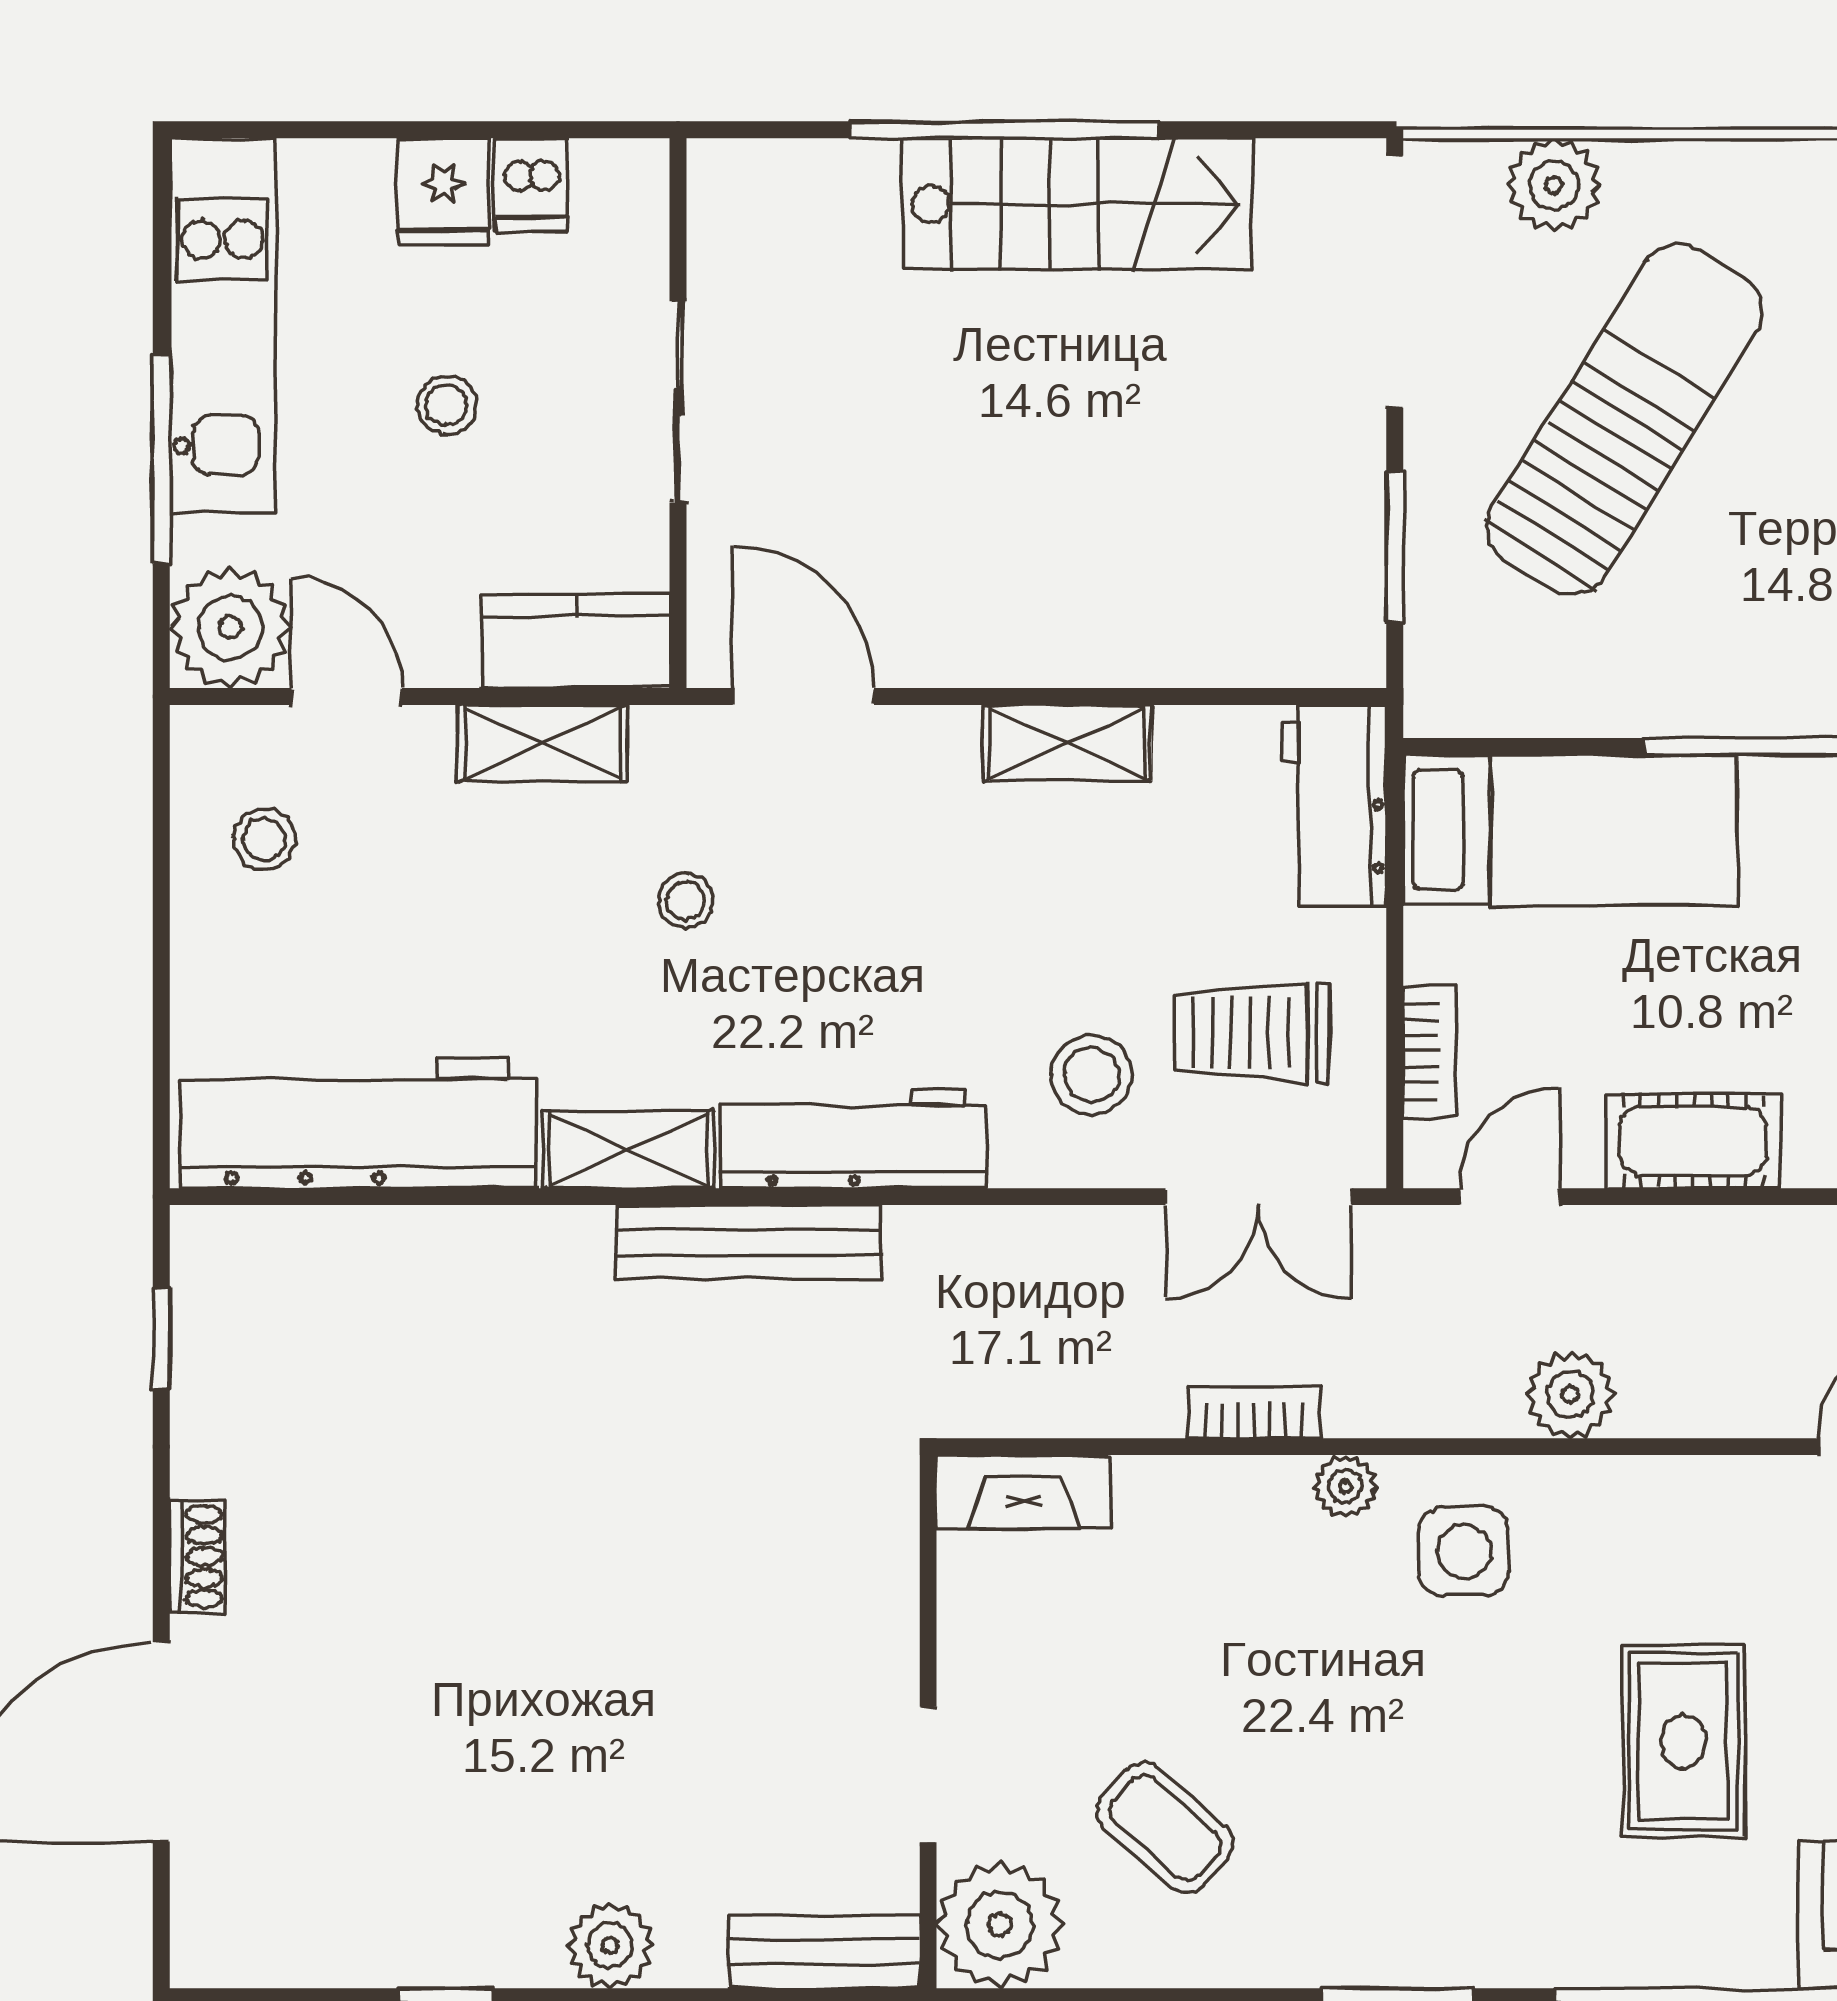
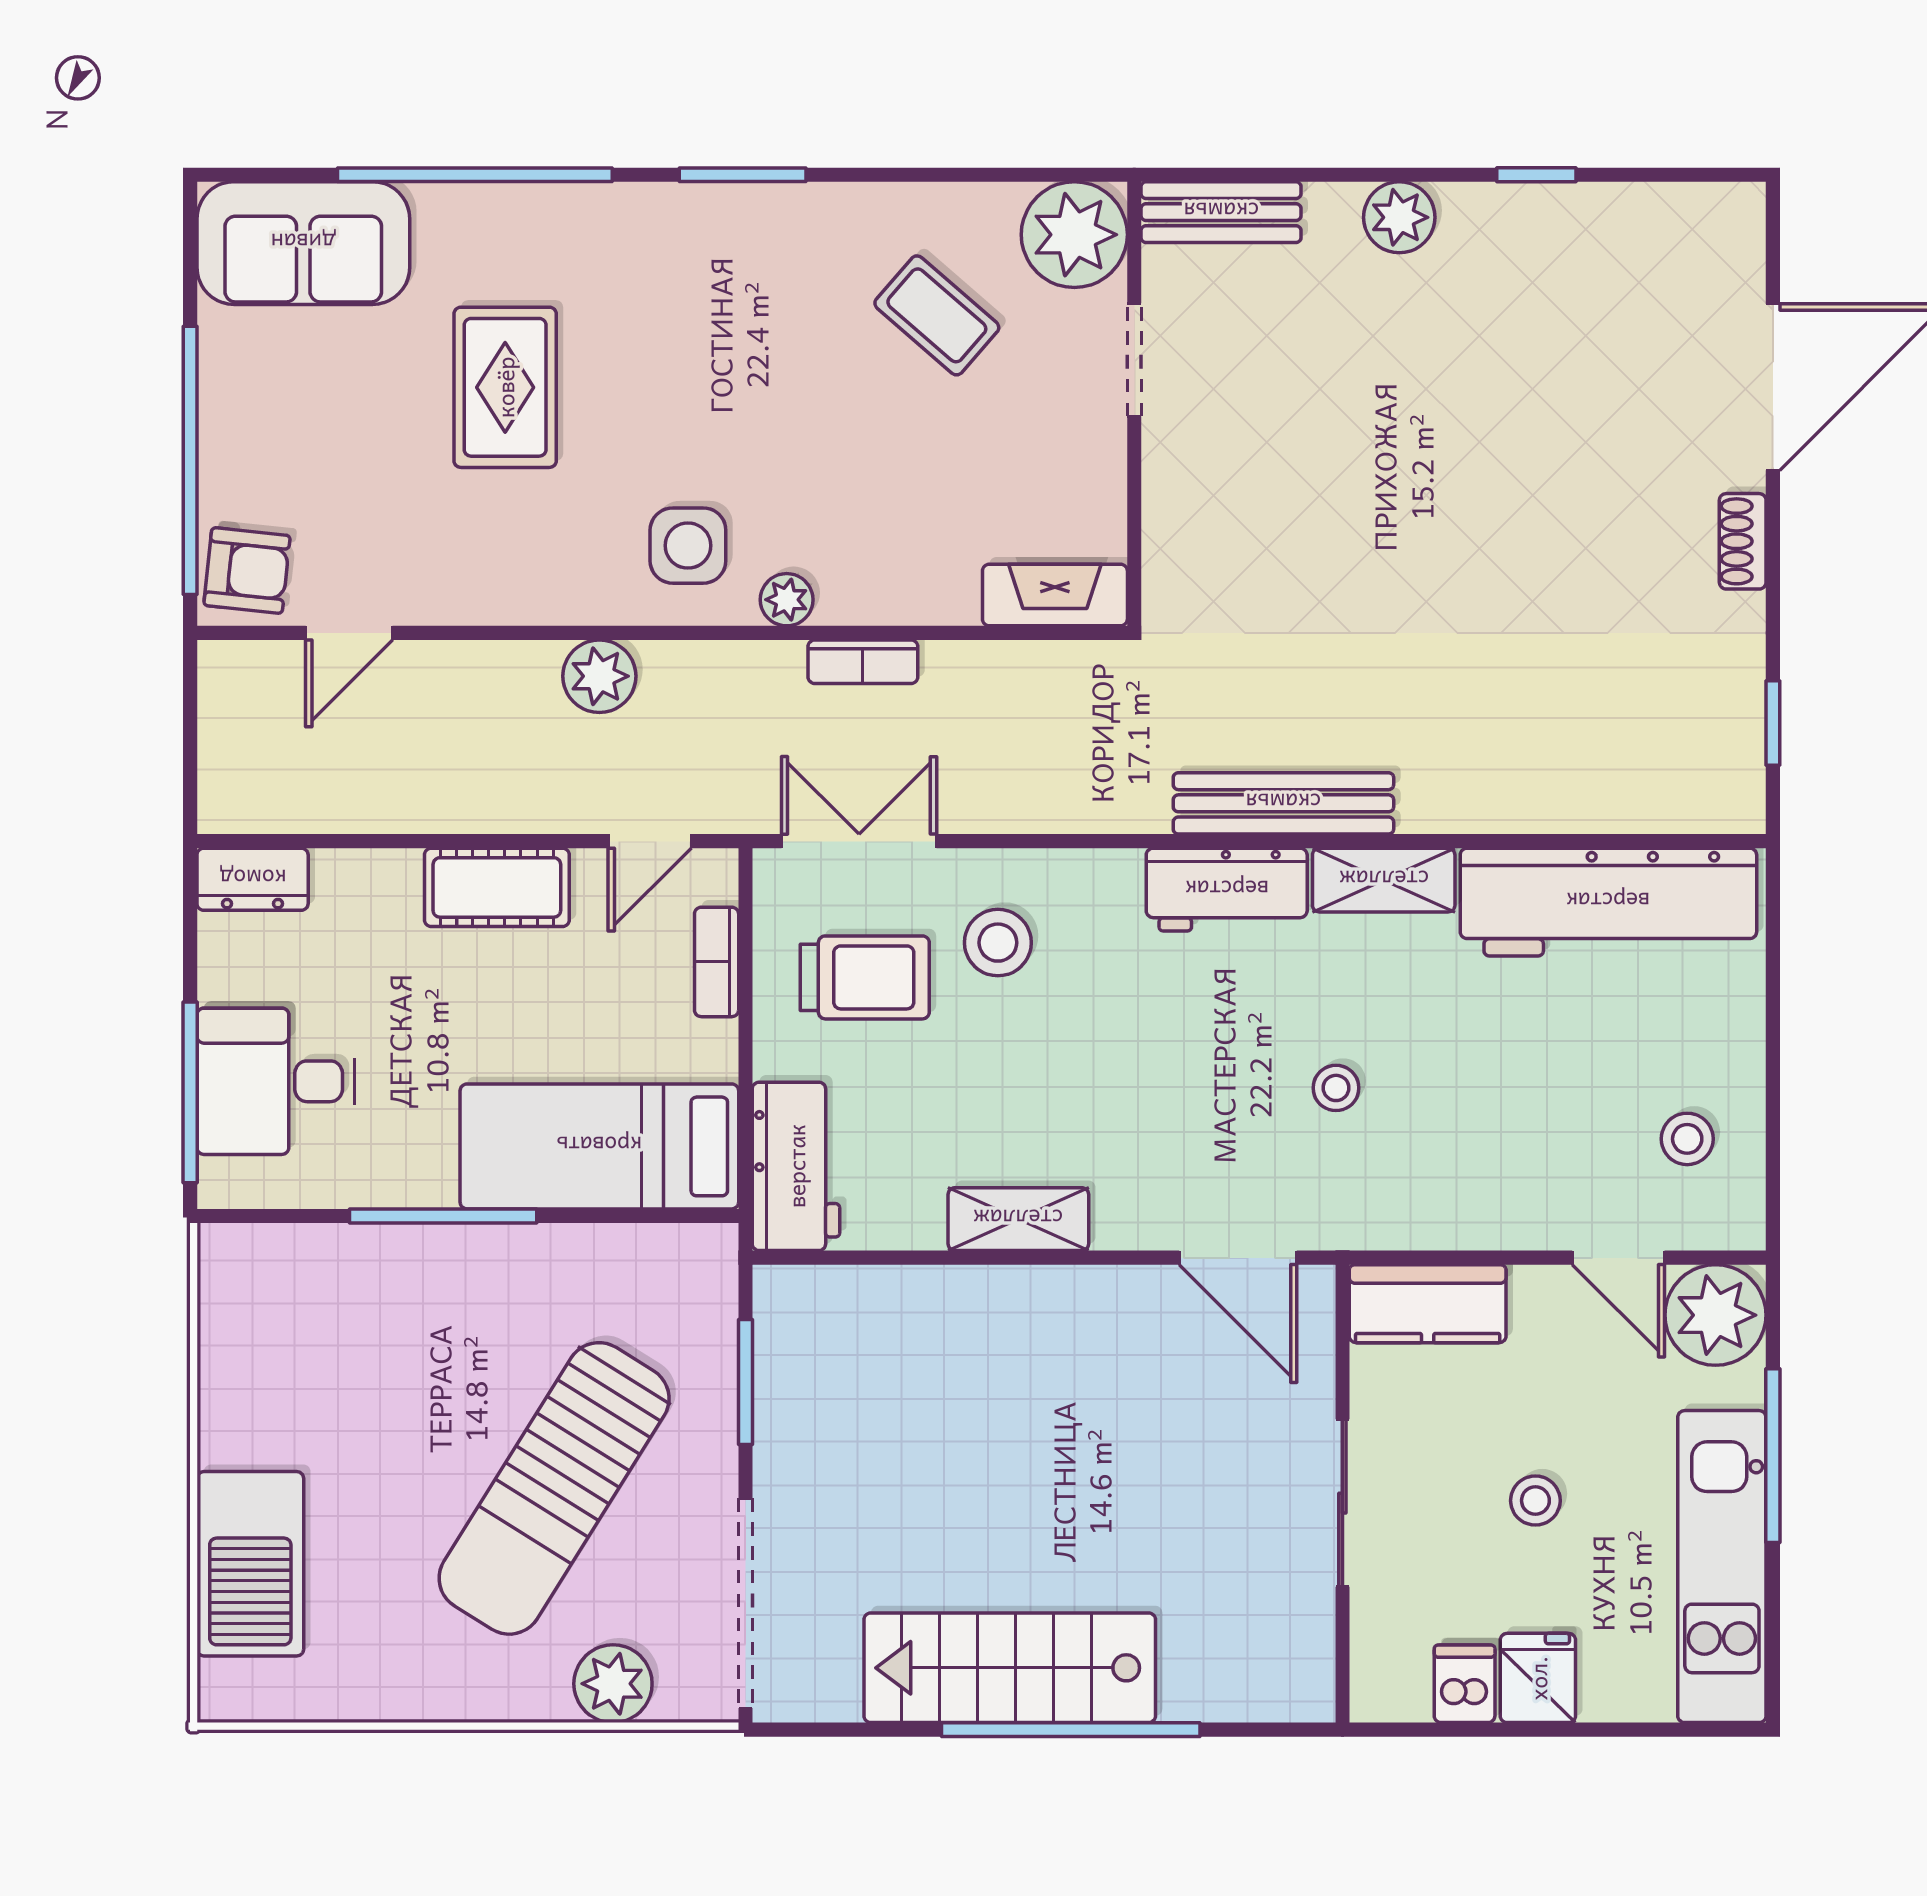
shelving: (543, 743) -> (1455, 1219), removed
workbench: (853, 1138) -> (1227, 890), width x0.73

